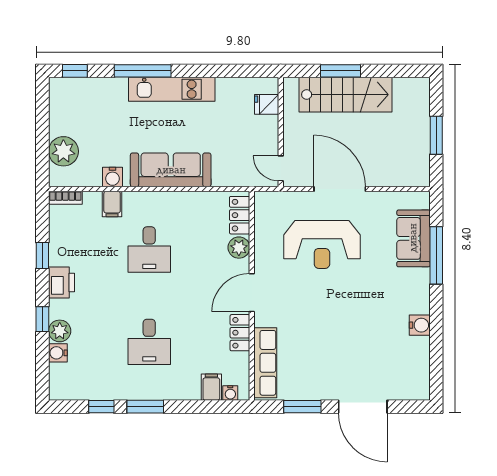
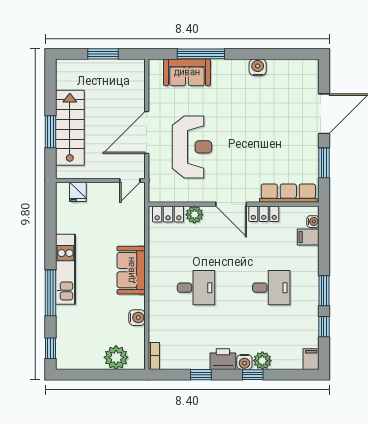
sofa: (171, 170) -> (131, 270), width x0.73
filing cabinet: (112, 204) -> (311, 359), moved, turned -90
water cooler: (58, 353) -> (244, 362), moved

